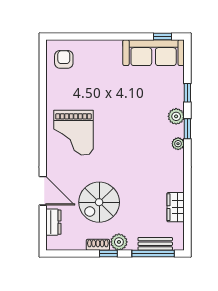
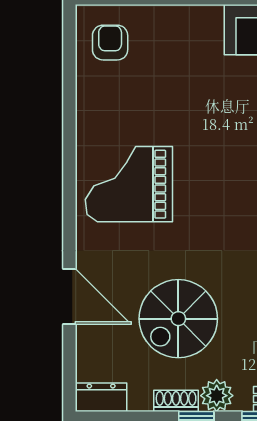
grand piano: (74, 133) -> (129, 184), turned 90
dresser: (53, 222) -> (101, 397), moved, turned -90

